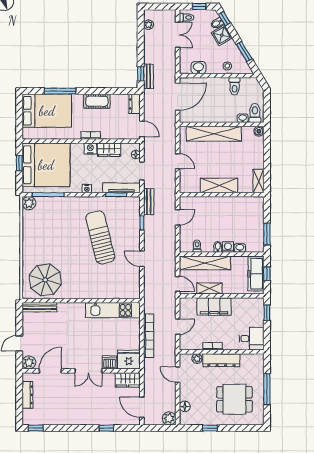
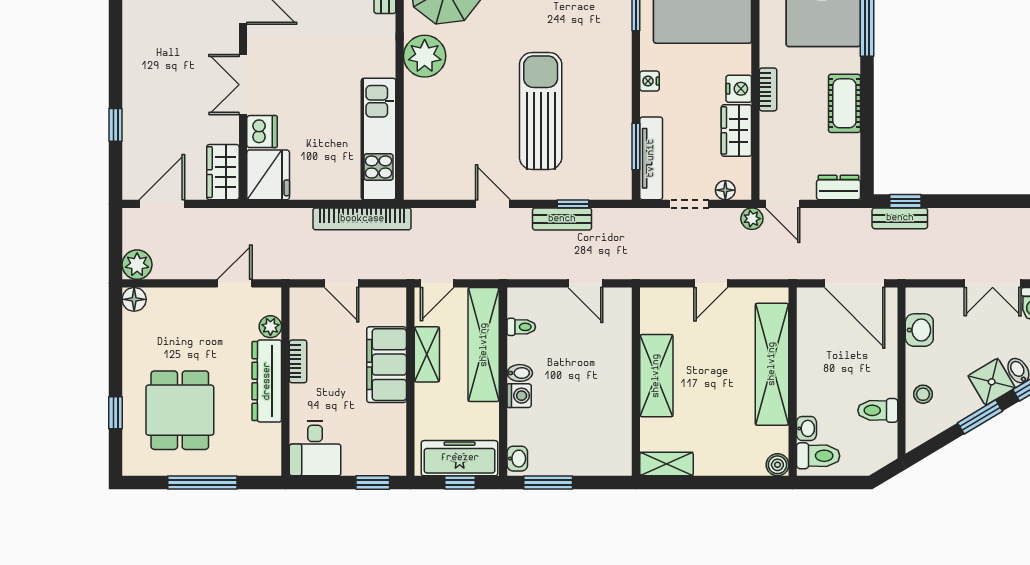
plant: (149, 25) -> (752, 219), moved
window: (244, 52) -> (980, 417), moved
door: (142, 129) -> (783, 204), hinge flipped
bench: (149, 202) -> (562, 219), moved
sun lounger: (100, 237) -> (541, 111), turned -76
washbasin: (240, 248) -> (517, 459), moved
door: (142, 259) -> (493, 204), hinge flipped
plant: (76, 289) -> (425, 56), added
bookcase: (149, 336) -> (362, 219), moved
floor lamp: (185, 406) -> (134, 299), moved
window: (210, 428) -> (116, 413), moved

